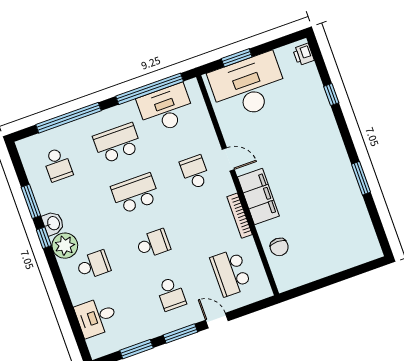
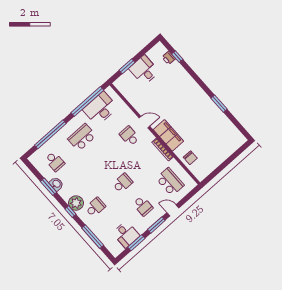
printer: (303, 54) -> (169, 58), moved
desk: (248, 86) -> (144, 70), width x0.53, depth x0.77
window: (331, 95) -> (177, 57), moved
school desk: (135, 193) -> (102, 160), removed
washbasin: (53, 223) -> (56, 184), moved
window: (44, 238) -> (71, 212), moved
school desk: (231, 273) -> (170, 182), turned 180
window: (70, 311) -> (93, 237), added
desk: (96, 317) -> (126, 234), moved, turned -90

